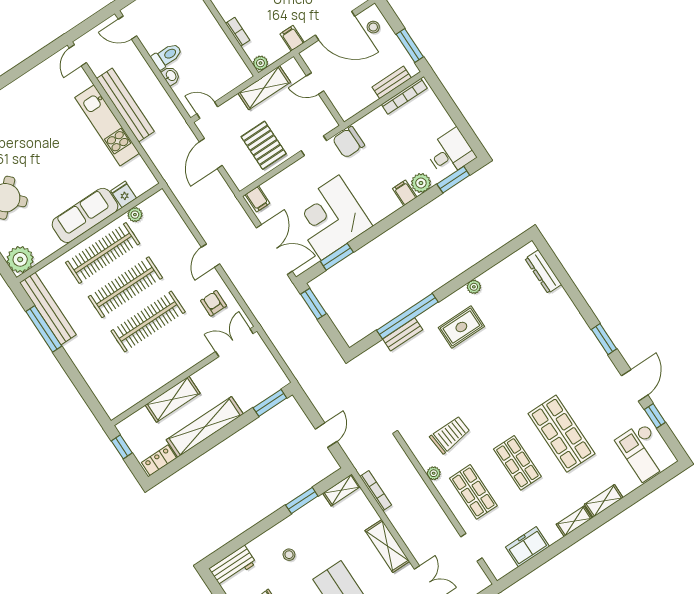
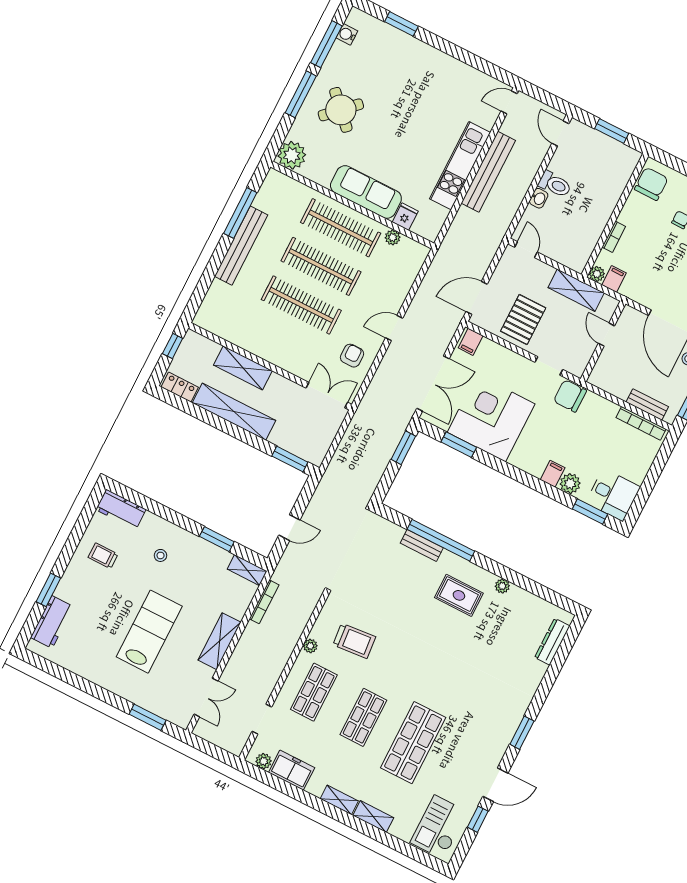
filing cabinet: (292, 38) -> (614, 279), moved
door: (211, 154) -> (477, 298), moved
bench: (48, 309) -> (241, 246), moved
plant: (507, 566) -> (264, 761), added

